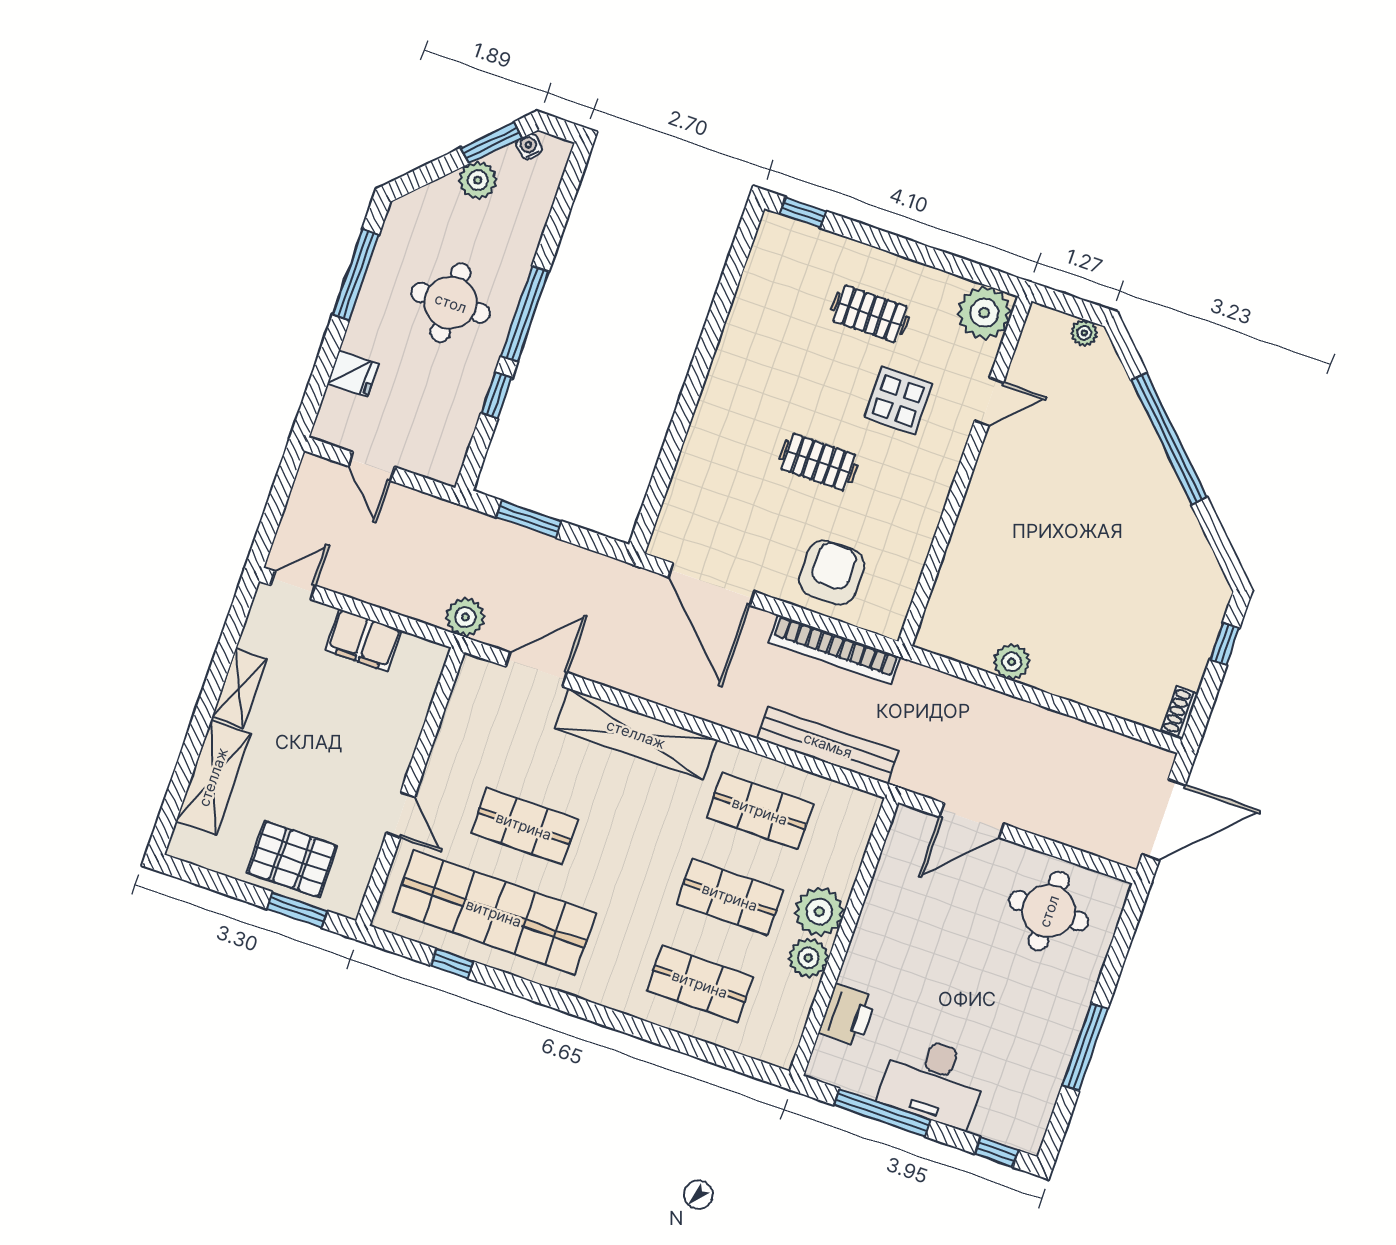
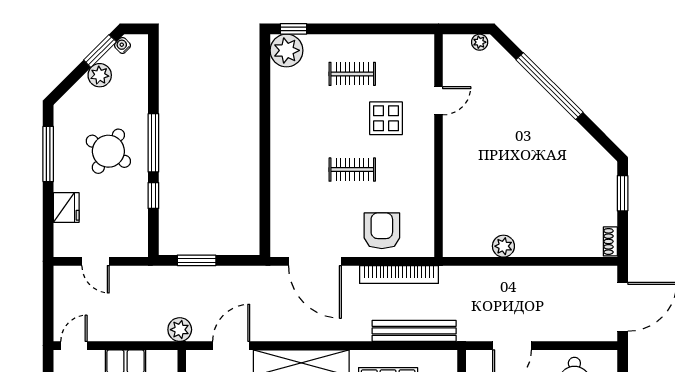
round table: (451, 303) -> (108, 151), turned 32
plant: (984, 313) -> (287, 50), moved
fridge: (353, 374) -> (66, 207), width x1.38
window: (1225, 644) -> (623, 193), width x1.50

